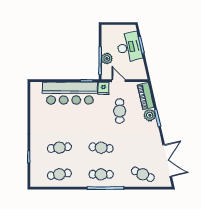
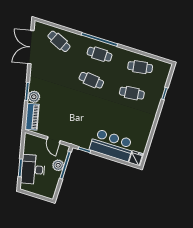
fridge: (103, 88) -> (136, 158), moved
bar counter: (70, 93) -> (112, 145), width x0.73
cafe table: (120, 111) -> (62, 110), removed

